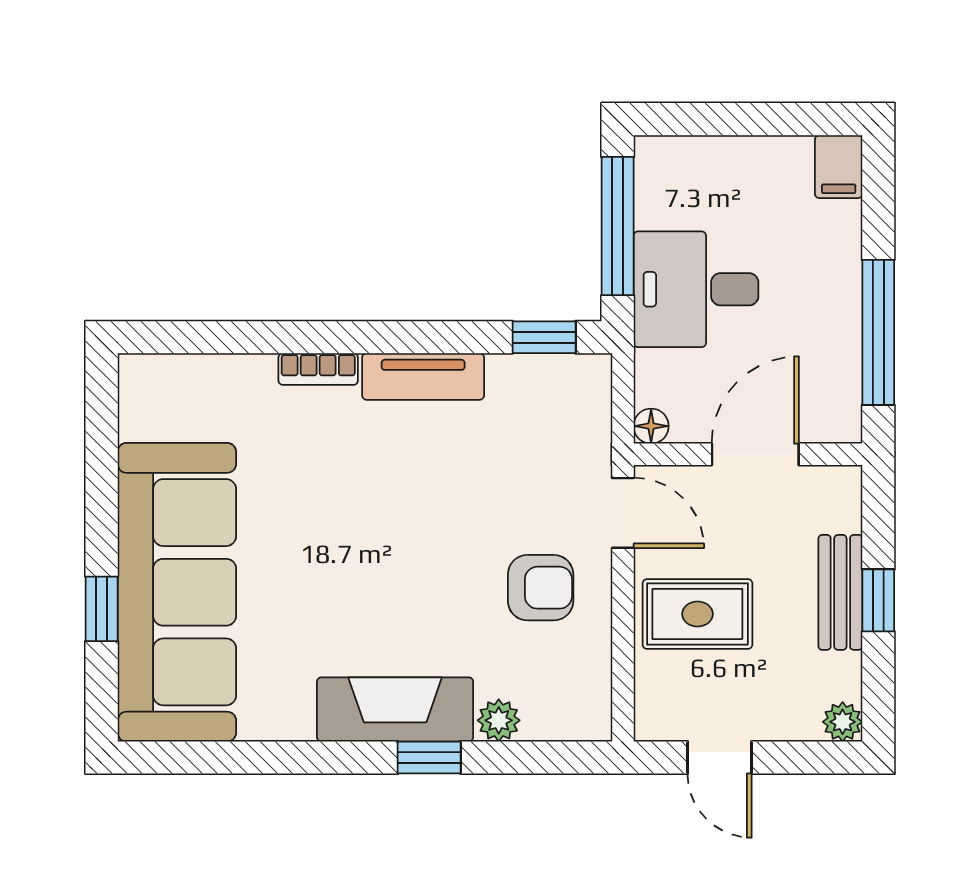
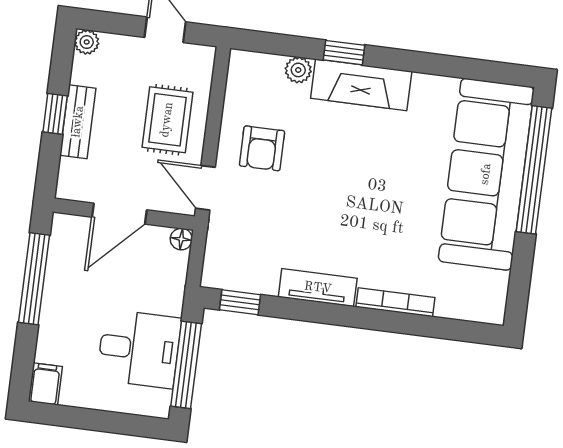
desk: (696, 289) -> (139, 349), moved
bookcase: (318, 369) -> (395, 302), width x1.56
armchair: (541, 588) -> (262, 148), turned -90
window: (102, 609) -> (534, 170), width x3.17
rug: (697, 614) -> (167, 120), turned 90

